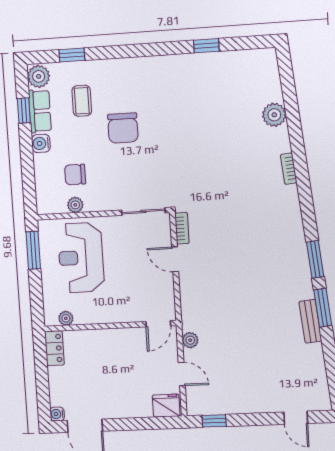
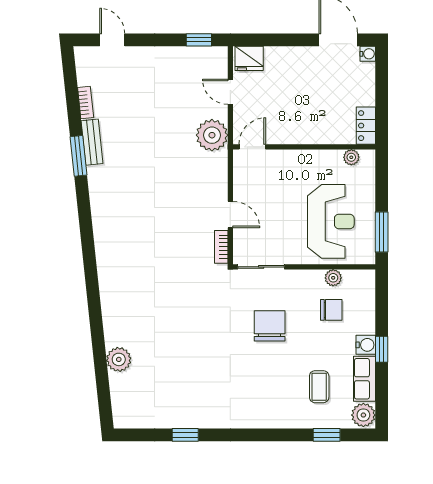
window: (24, 110) -> (382, 349), moved
chair: (123, 128) -> (270, 326), moved
bookcase: (289, 169) -> (86, 103), moved
window: (315, 259) -> (84, 207), removed
plant: (190, 340) -> (212, 135), width x1.88, depth x1.88

